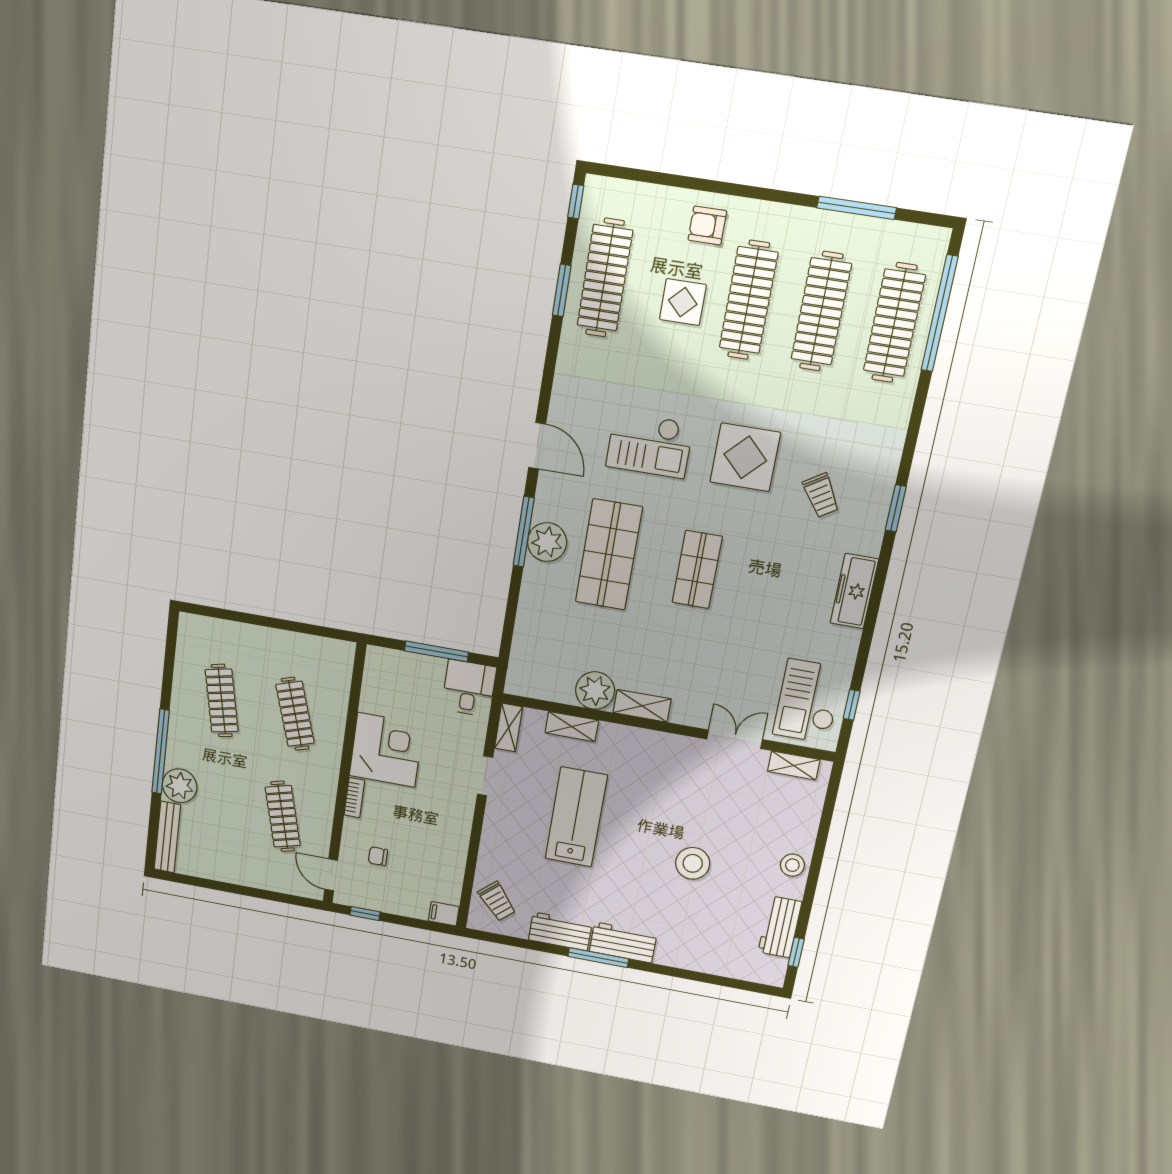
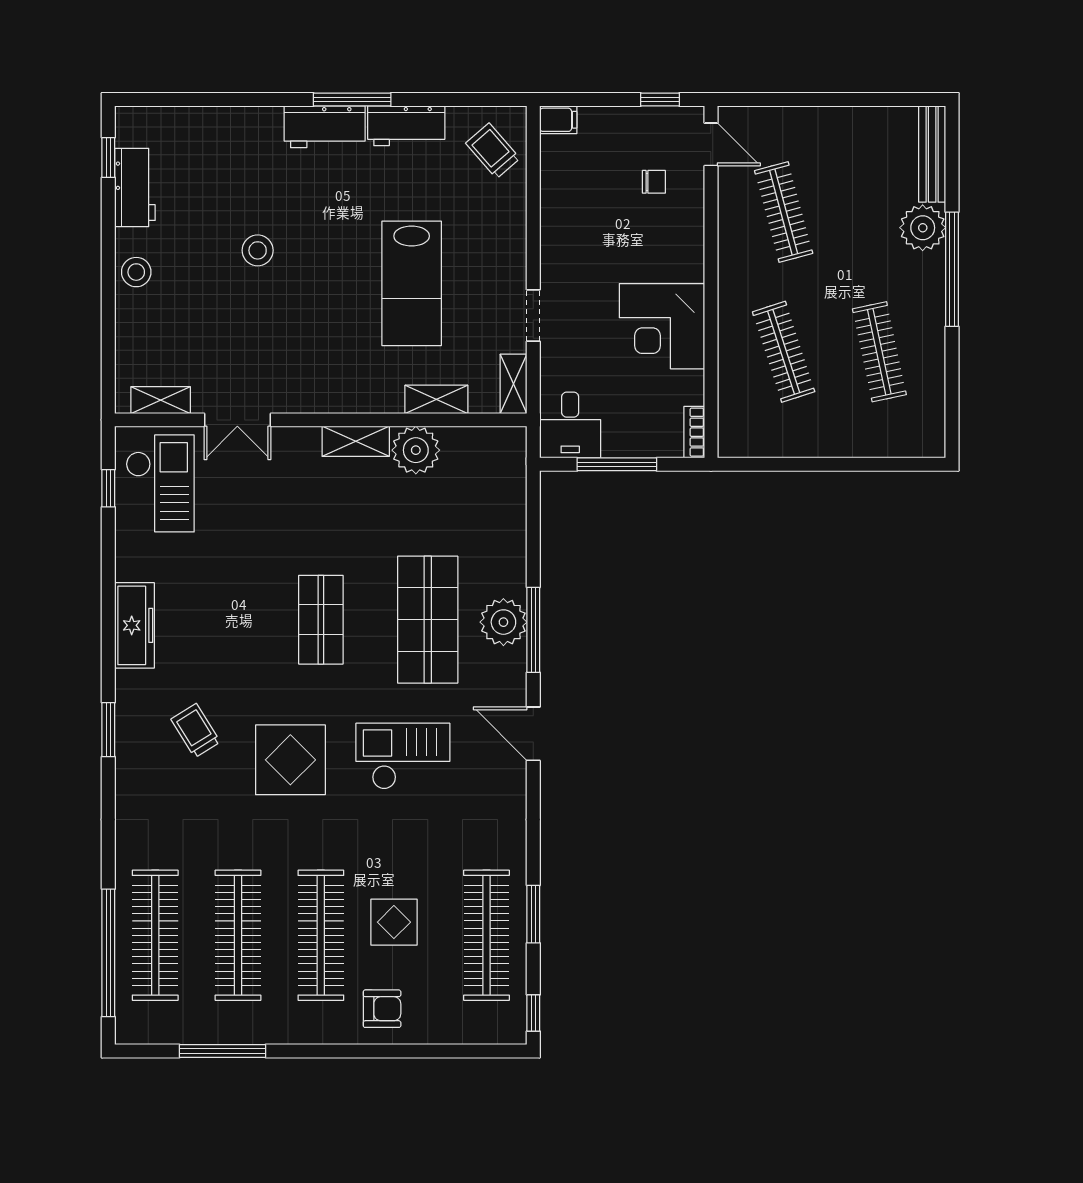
bookcase: (354, 798) -> (694, 432), moved
stool: (693, 863) -> (258, 250), width x0.73, depth x0.73

